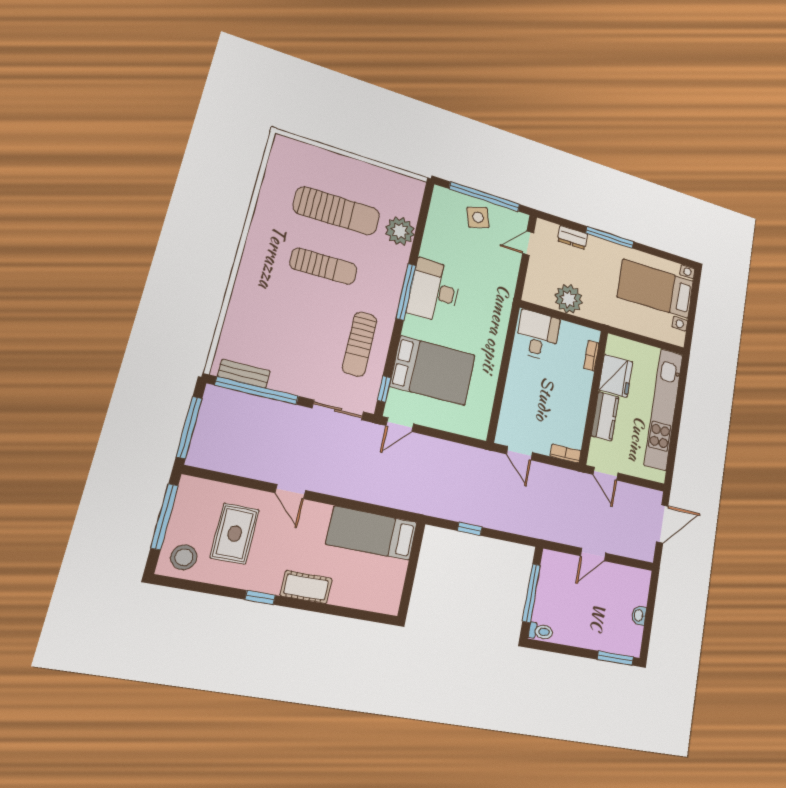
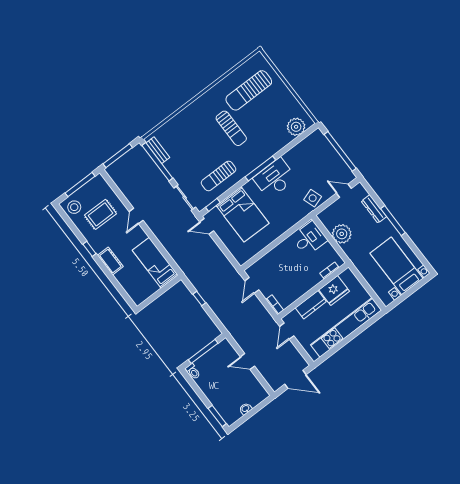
sun lounger: (337, 211) -> (249, 90), moved, turned 90
side table: (478, 217) -> (313, 198), moved
plant: (400, 231) -> (296, 127), moved
dresser: (573, 237) -> (374, 209), width x1.44

